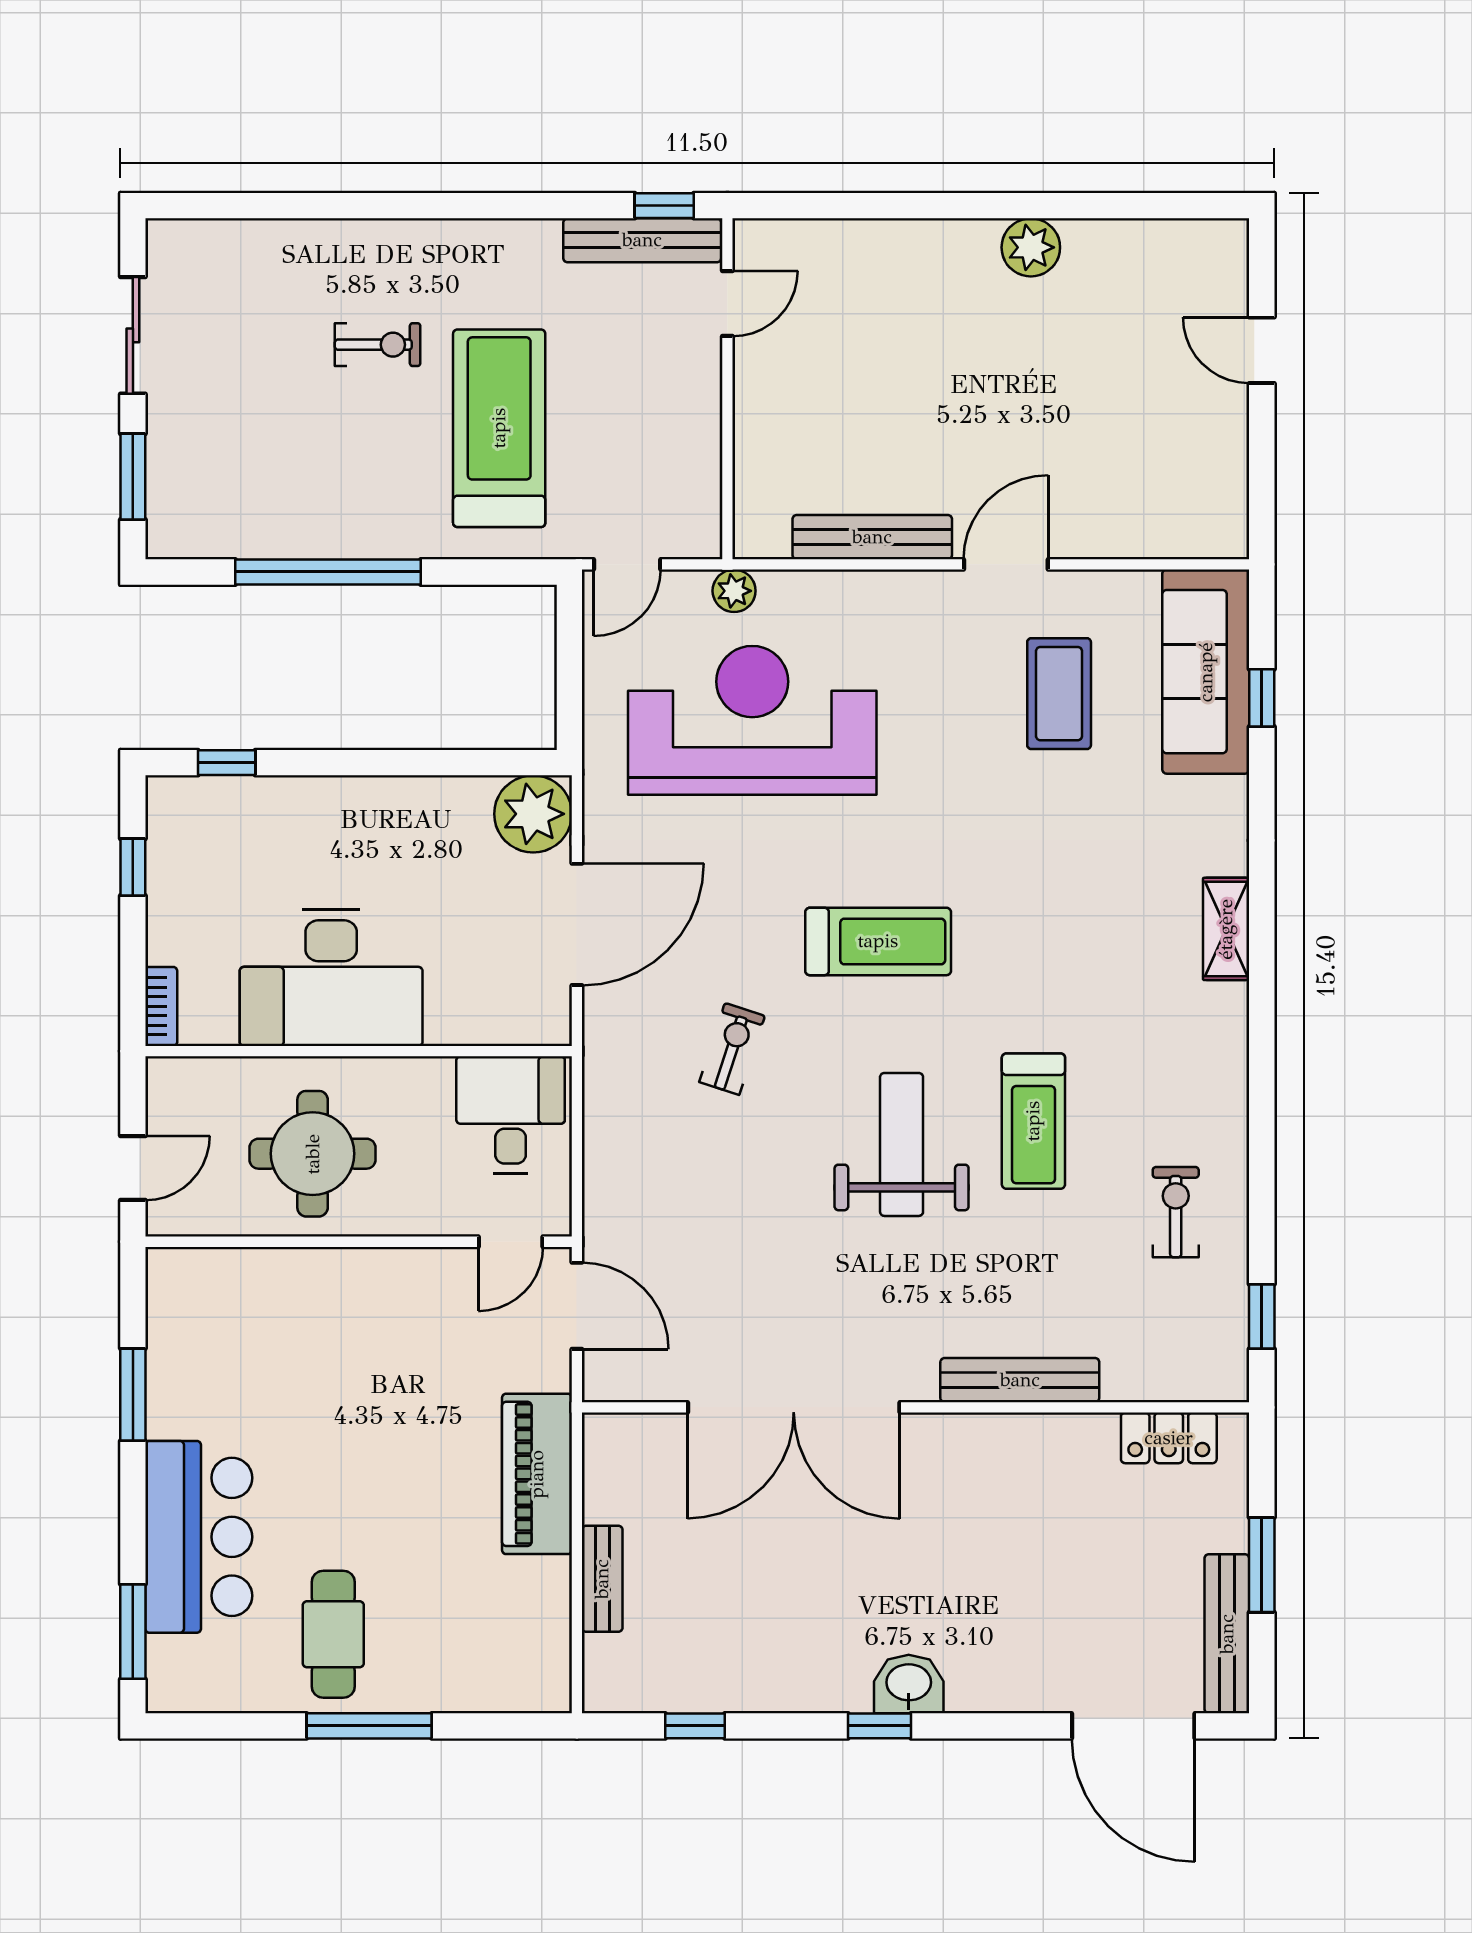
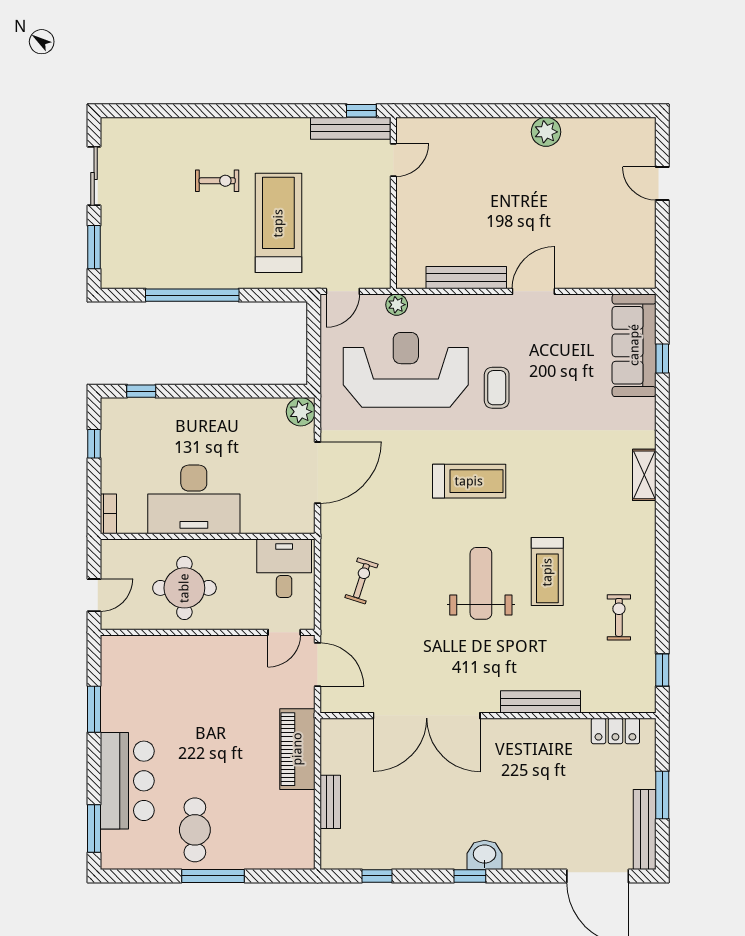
coffee table: (1059, 694) -> (497, 388), moved, width x0.73, depth x0.77
plant: (533, 814) -> (301, 412), width x0.73, depth x0.73
exercise bike: (732, 1049) -> (361, 581), moved

